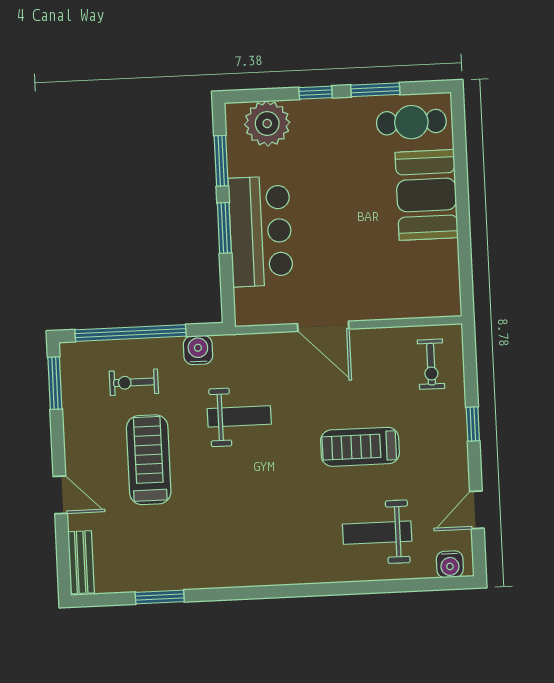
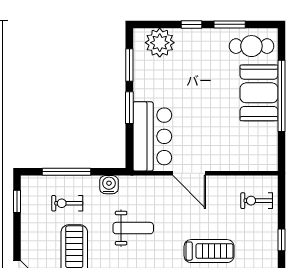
window: (462, 198) -> (282, 96), added
bar counter: (261, 231) -> (152, 136), moved
window: (131, 333) -> (67, 172), width x0.68
exercise bike: (431, 364) -> (257, 201), turned 90
window: (55, 383) -> (17, 201), width x0.67
treadmill: (360, 447) -> (209, 251), turned 180

